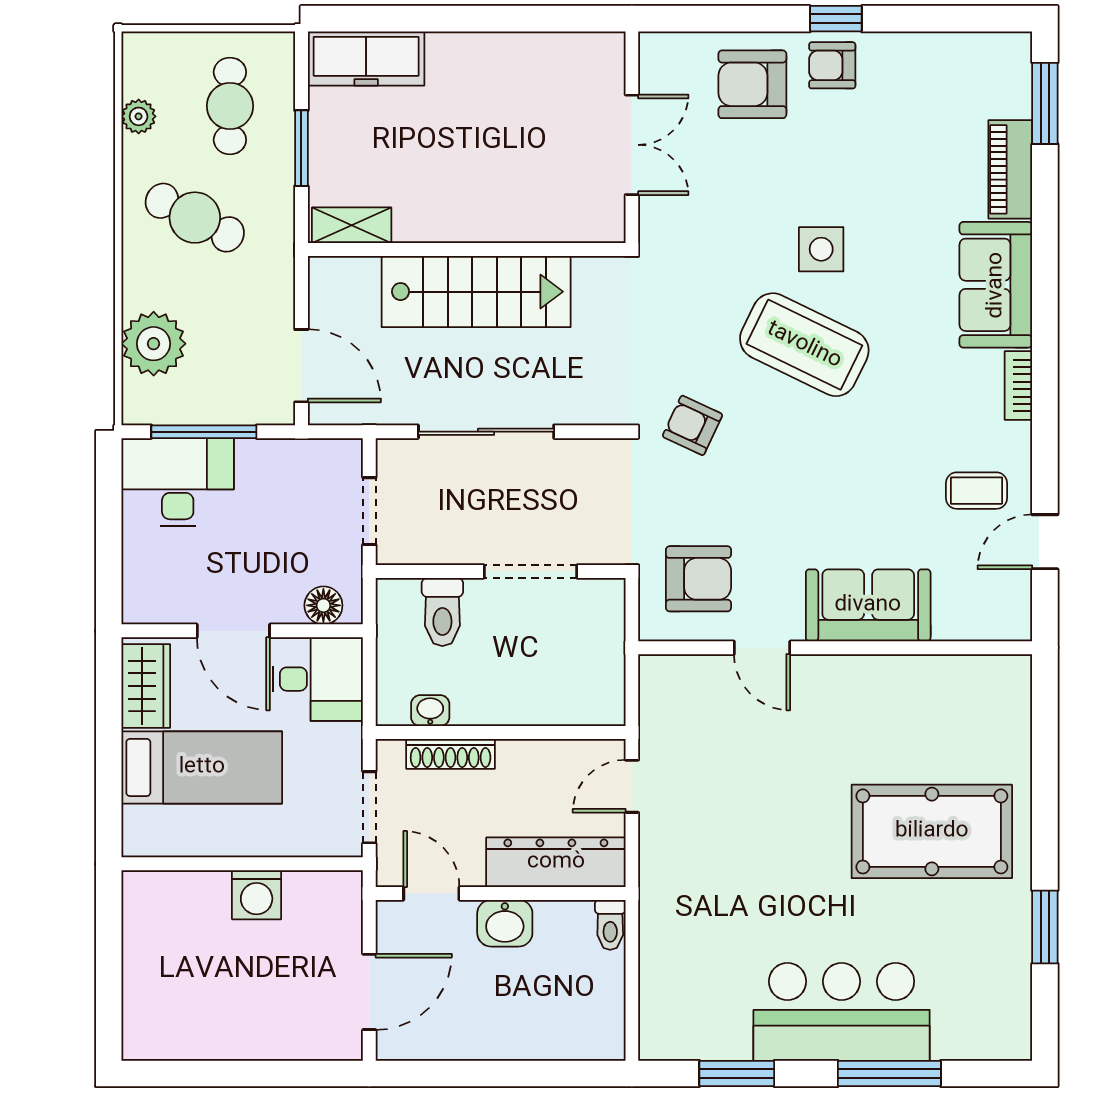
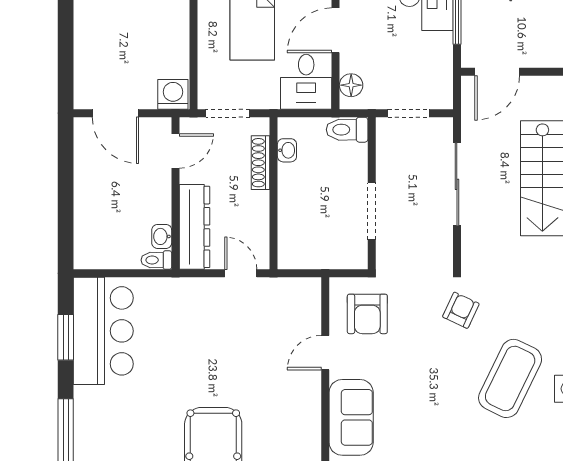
toilet: (442, 612) -> (347, 130), moved
washing machine: (257, 895) -> (173, 94), moved, turned 90
washbasin: (505, 923) -> (162, 236), moved, width x0.72, depth x0.69
bar counter: (842, 1012) -> (103, 331), moved

